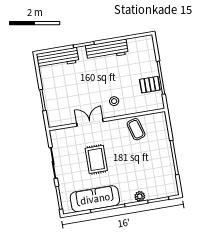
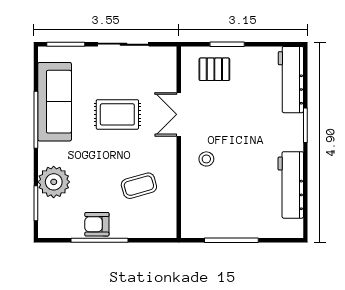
workbench: (107, 50) -> (291, 185), moved
pallet: (150, 85) -> (214, 69), moved, turned 90
double door: (90, 122) -> (179, 114), swing flipped
coffee table: (136, 129) -> (139, 186), moved
armchair: (165, 161) -> (97, 224), added
plant: (140, 196) -> (54, 182), width x1.88, depth x1.88

